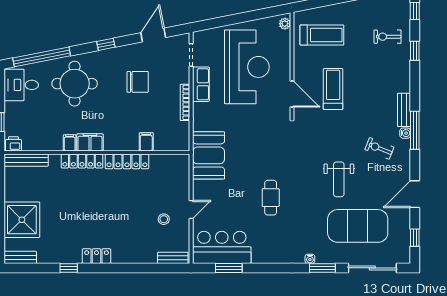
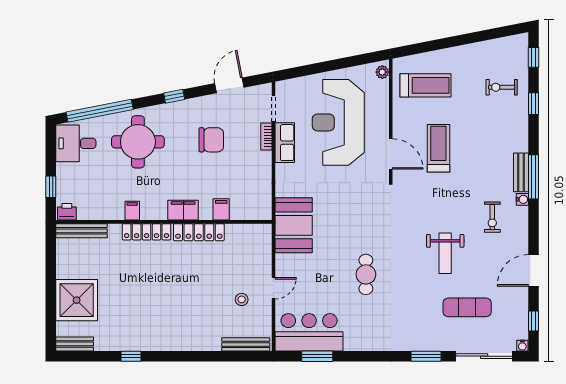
reception desk: (247, 67) -> (338, 122), turned 180
bookcase: (185, 102) -> (266, 137), moved, width x0.64
window: (415, 130) -> (534, 177), moved
filing cabinet: (90, 142) -> (183, 210), moved
exercise bike: (379, 148) -> (492, 217), turned -112
exercise mat: (358, 226) -> (467, 307), width x0.50, depth x0.69
locker: (97, 256) -> (163, 342), removed
bench: (173, 258) -> (246, 344), width x1.36
water cooler: (310, 259) -> (522, 346), moved

